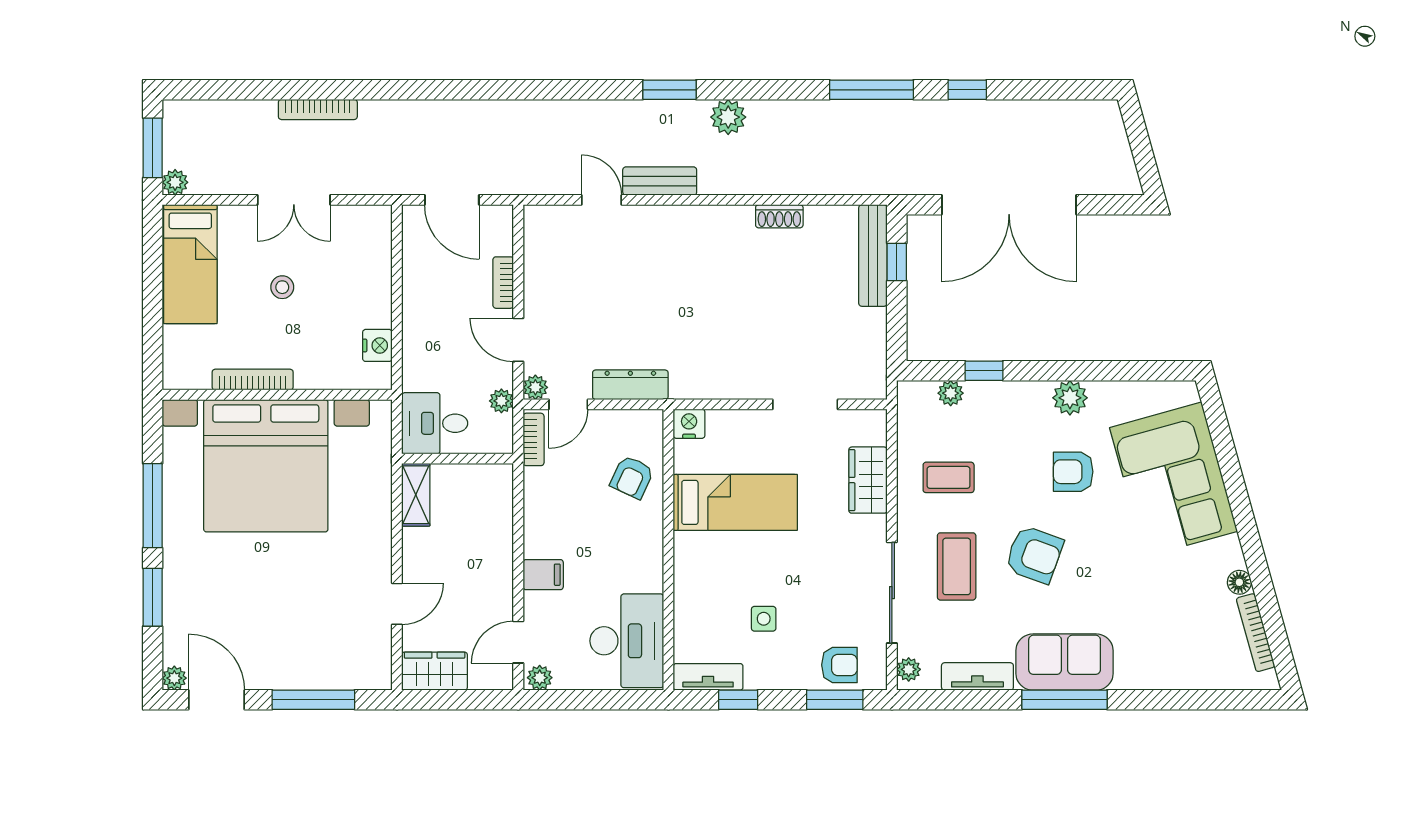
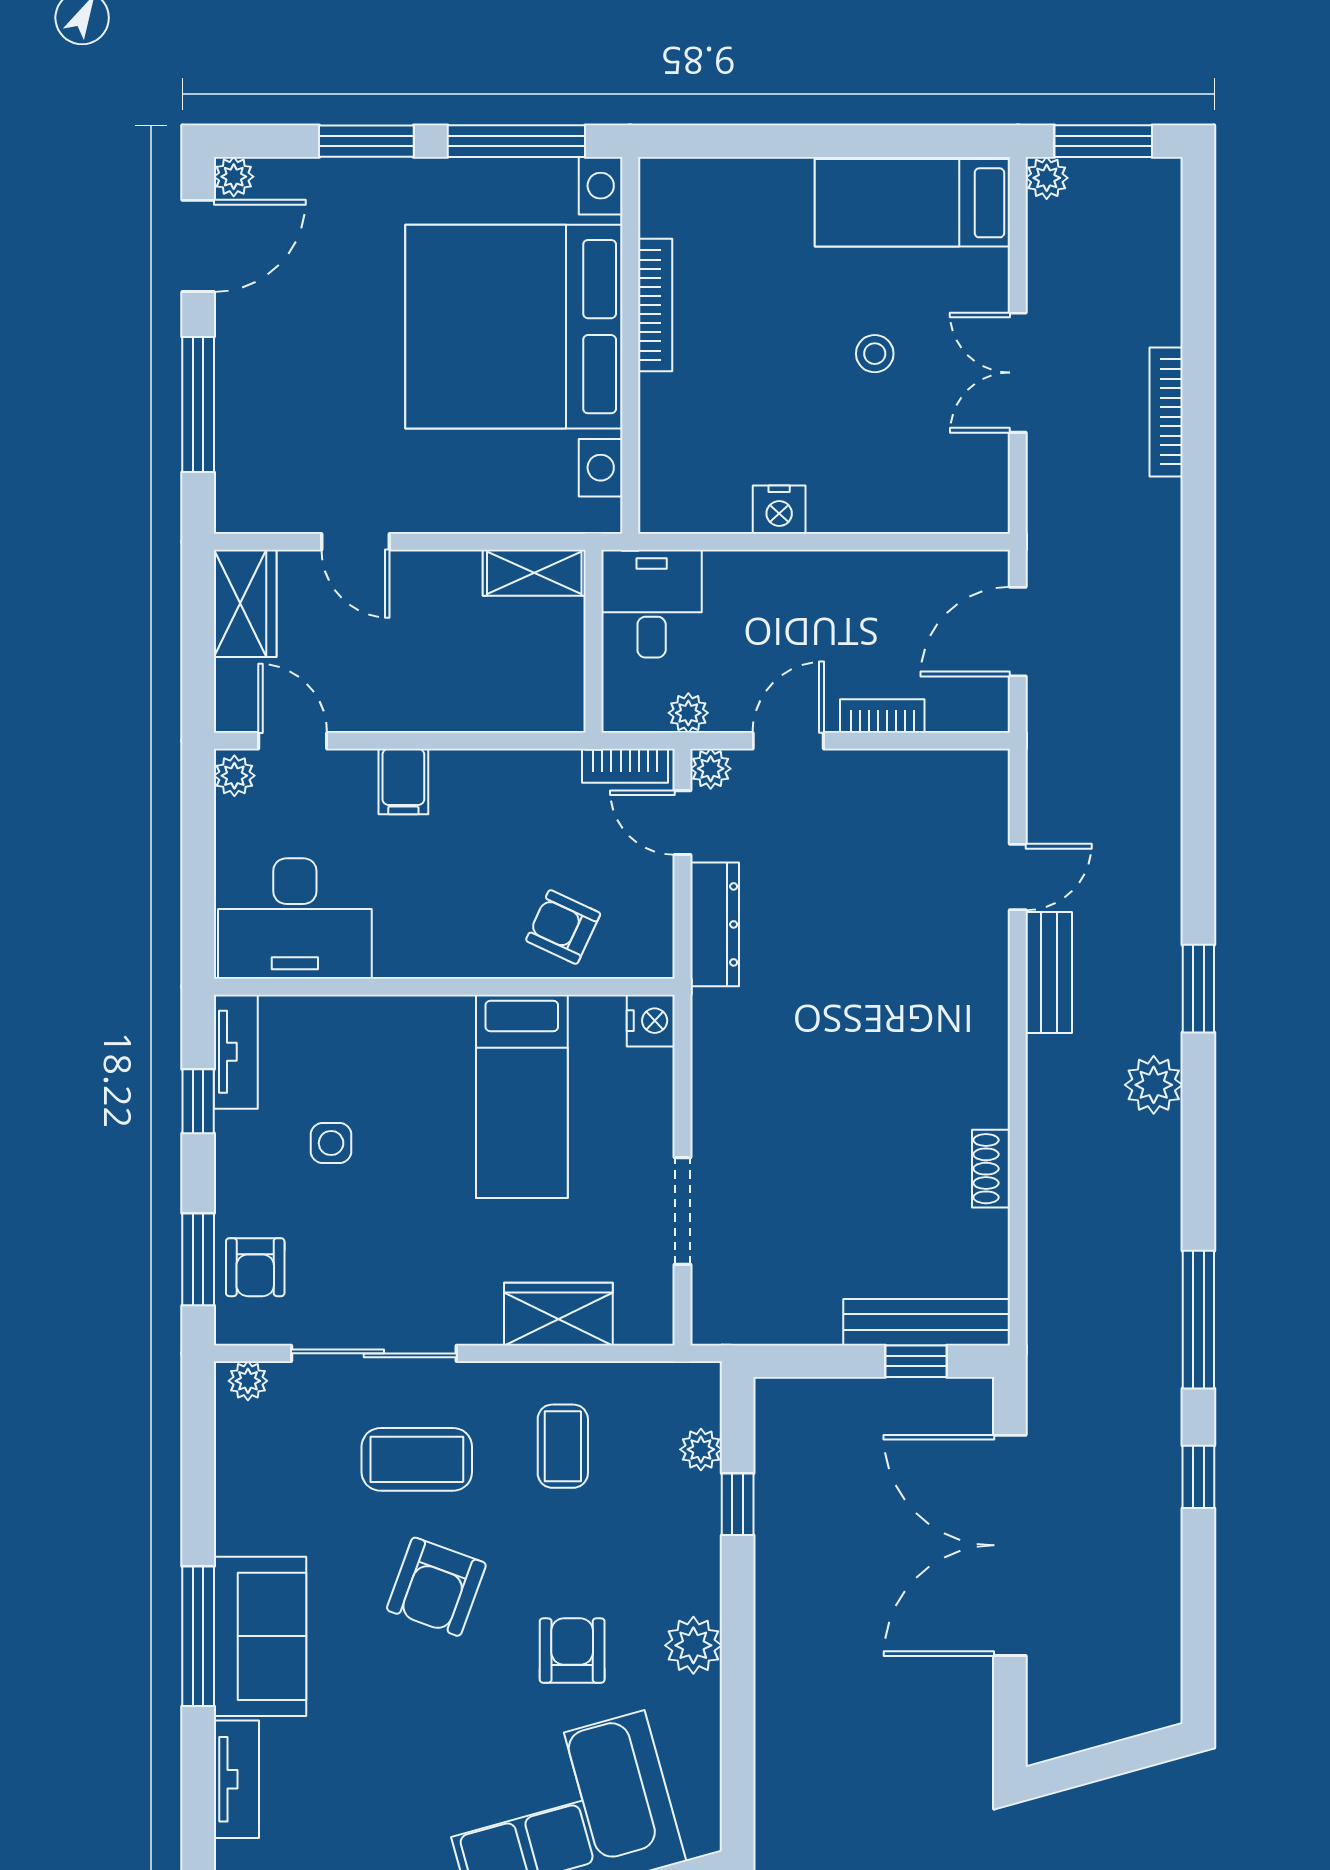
bookcase: (253, 380) -> (655, 305), moved
wall: (277, 395) -> (630, 345), moved
bed with nightstands: (266, 466) -> (514, 327), moved
tv unit: (977, 676) -> (236, 1779), moved

